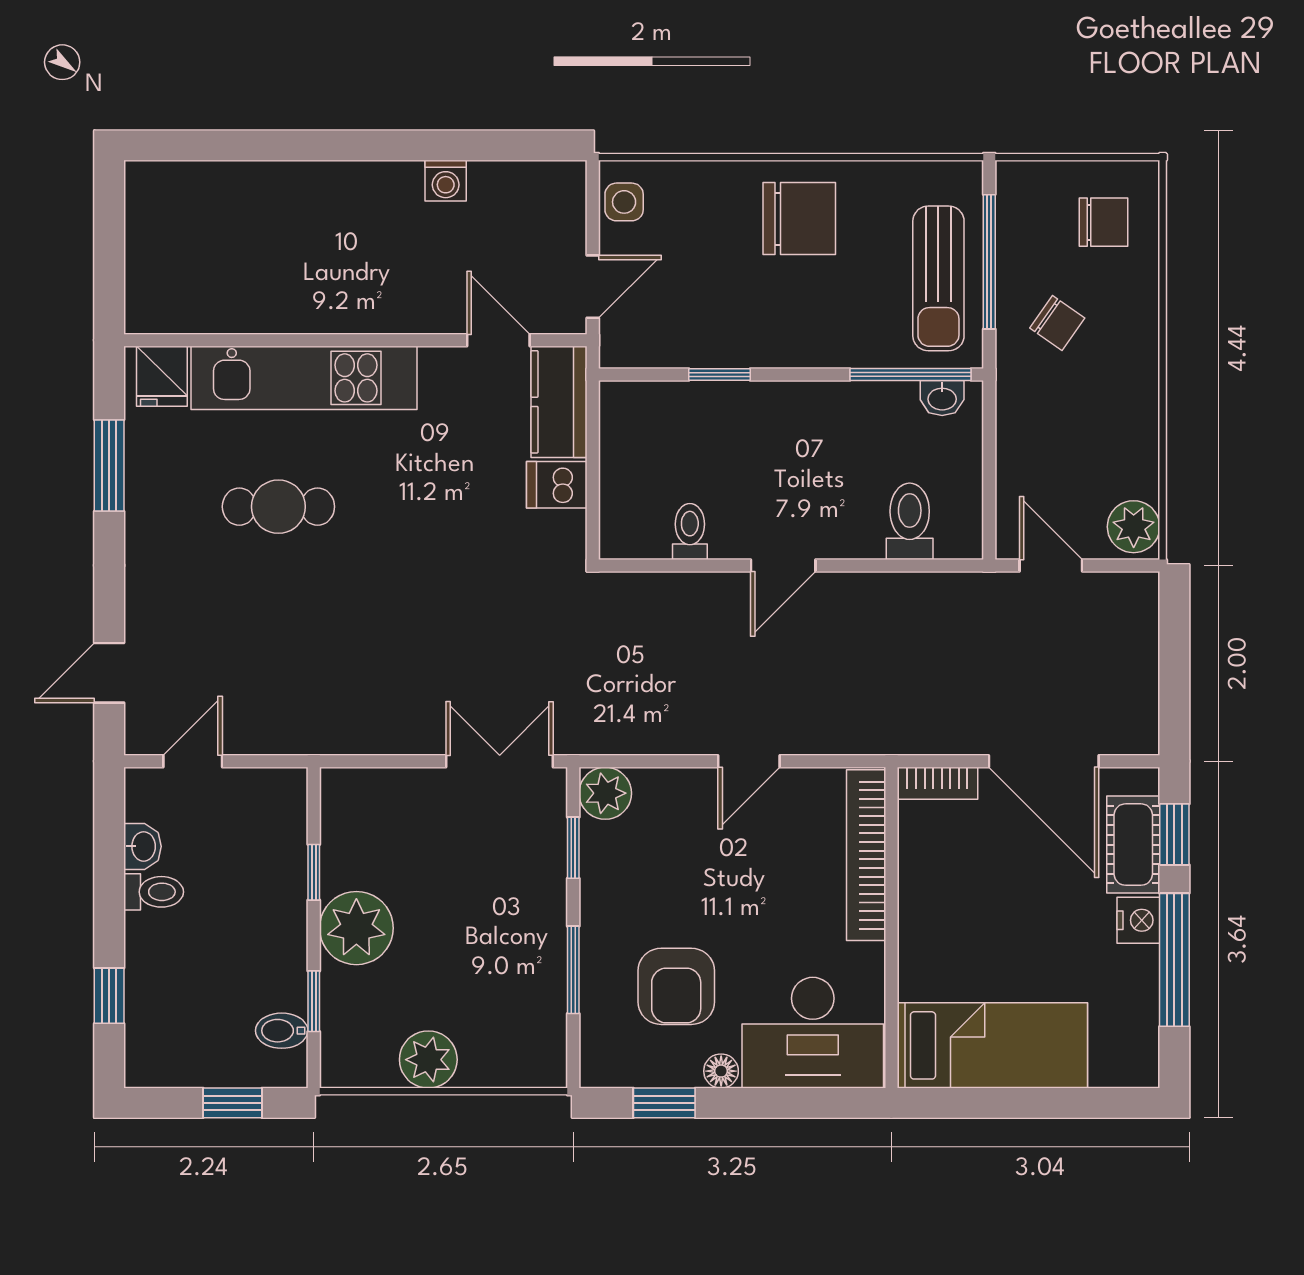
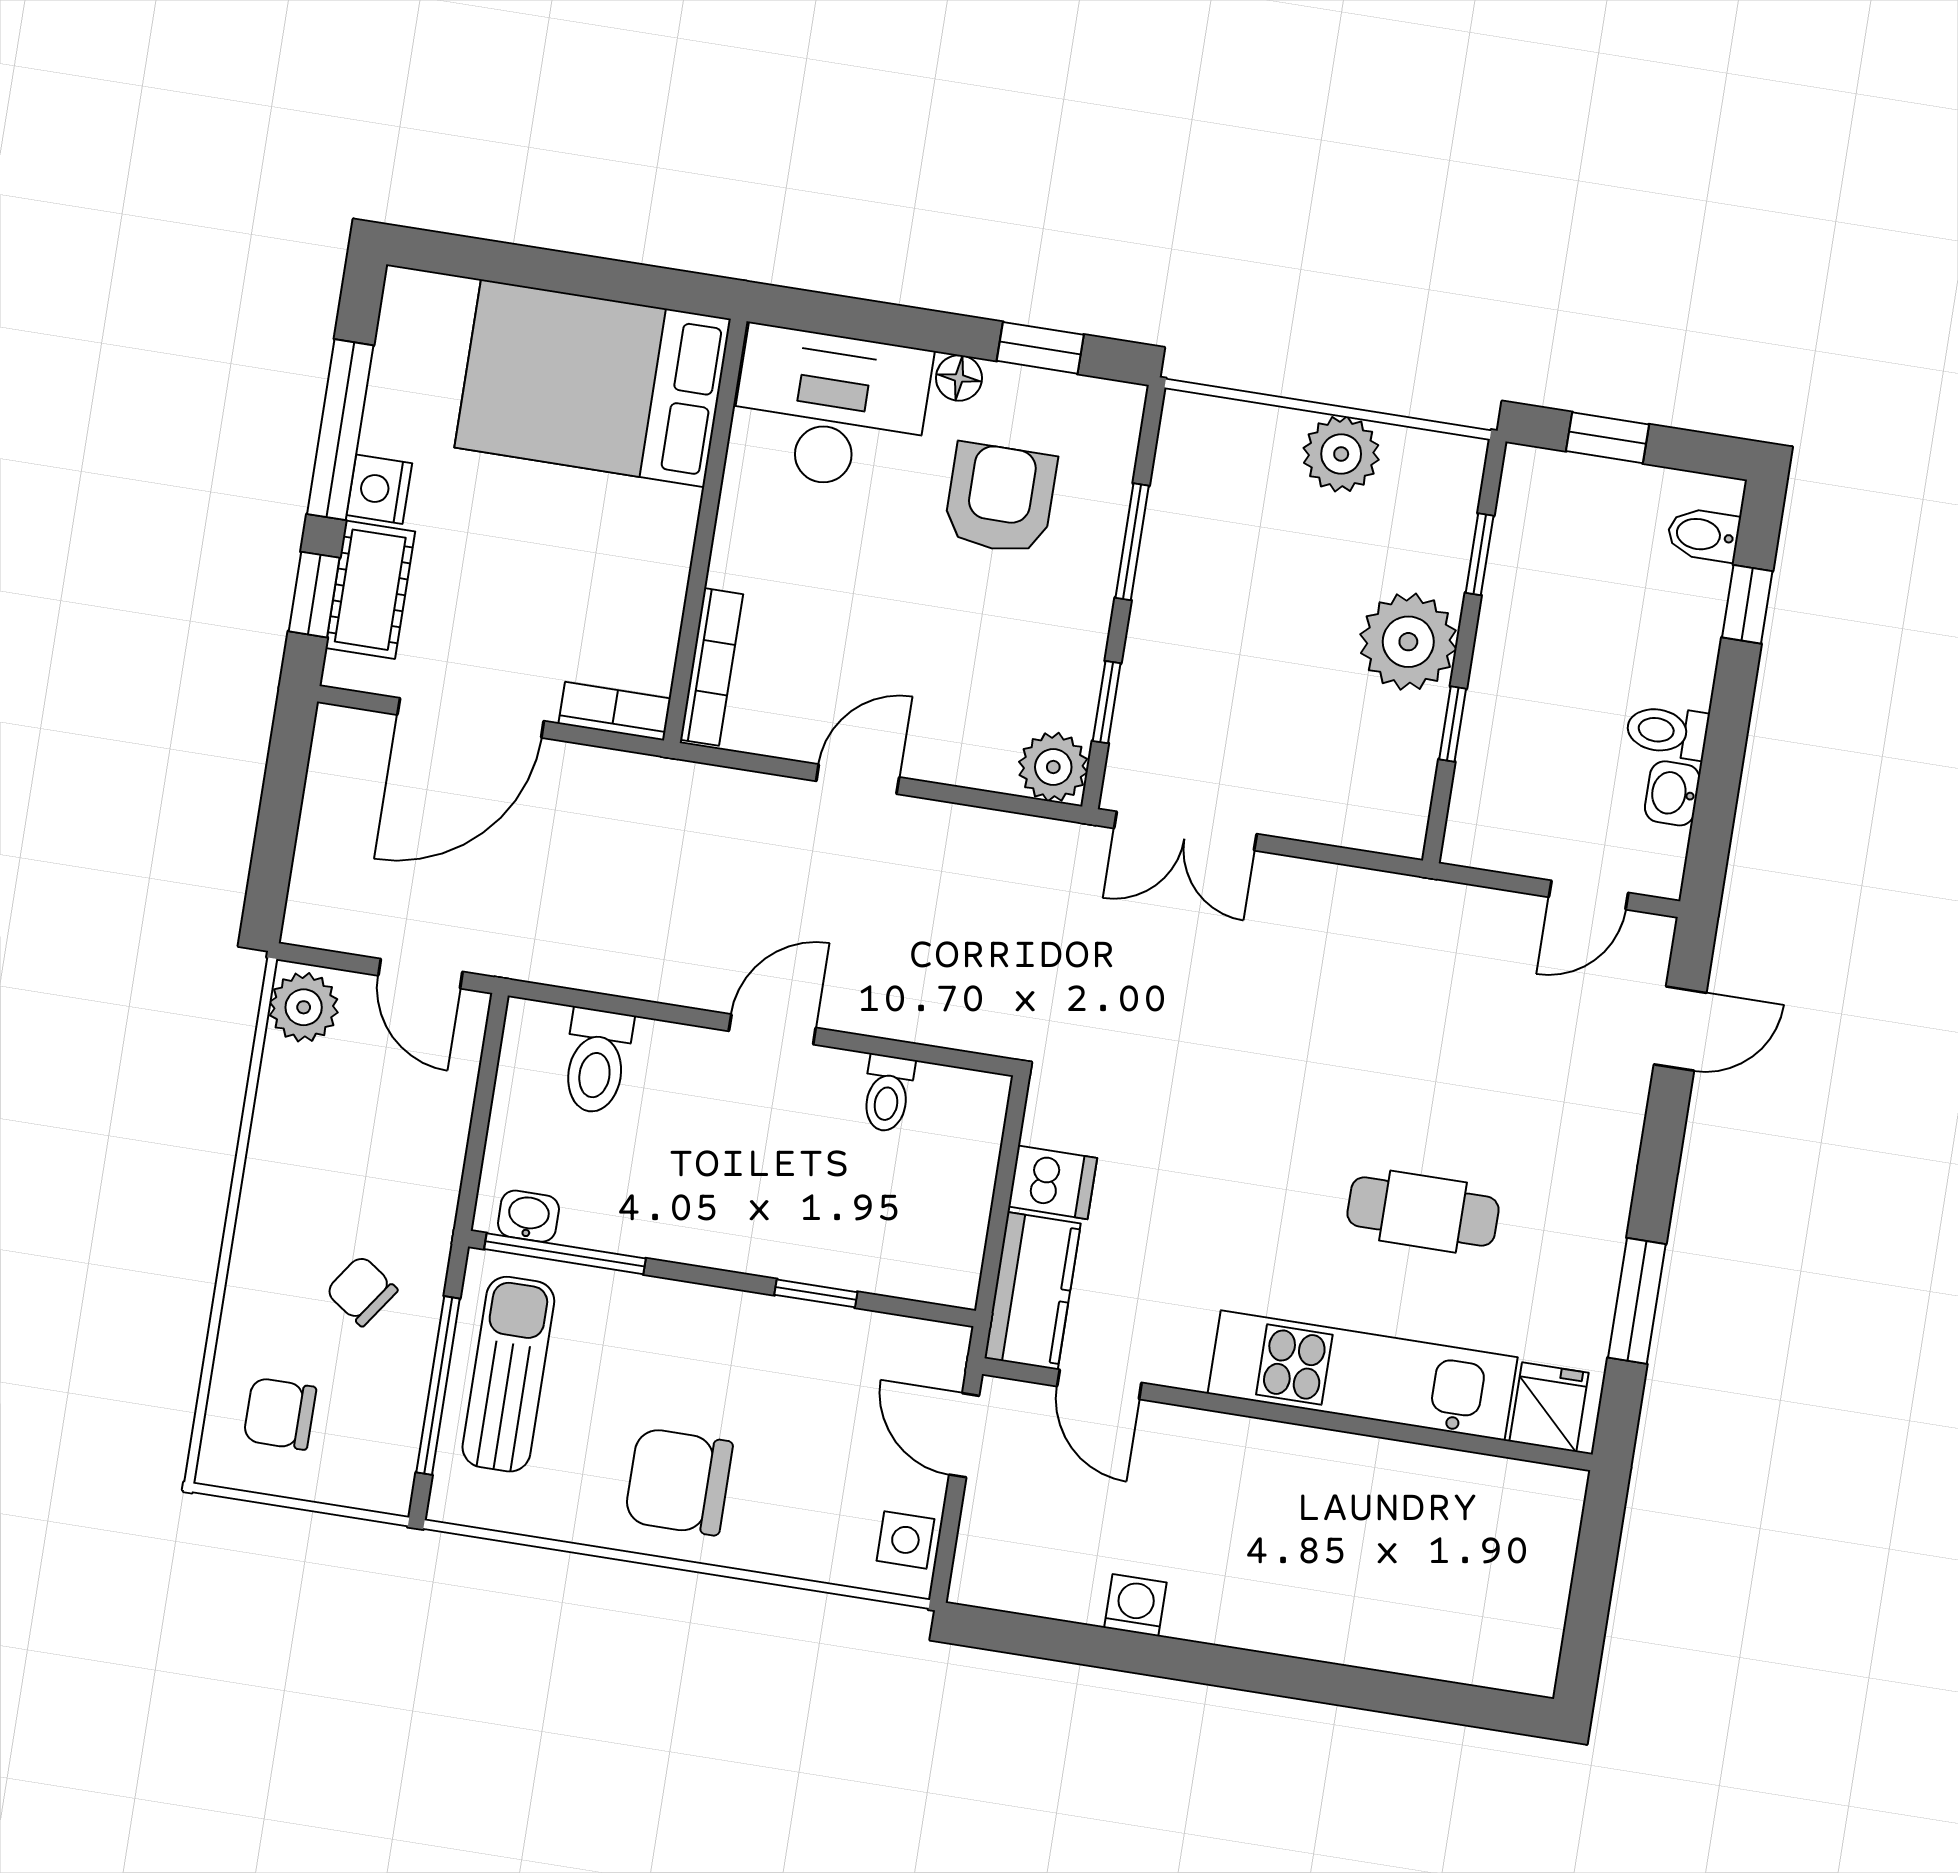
door: (593, 287) -> (964, 1435), hinge flipped
door: (1044, 761) -> (471, 718), swing flipped
bookcase: (866, 855) -> (712, 667), width x0.68, depth x0.76
bidet: (282, 1031) -> (1703, 535), moved, turned 180
bed: (992, 1045) -> (593, 383), width x1.50

